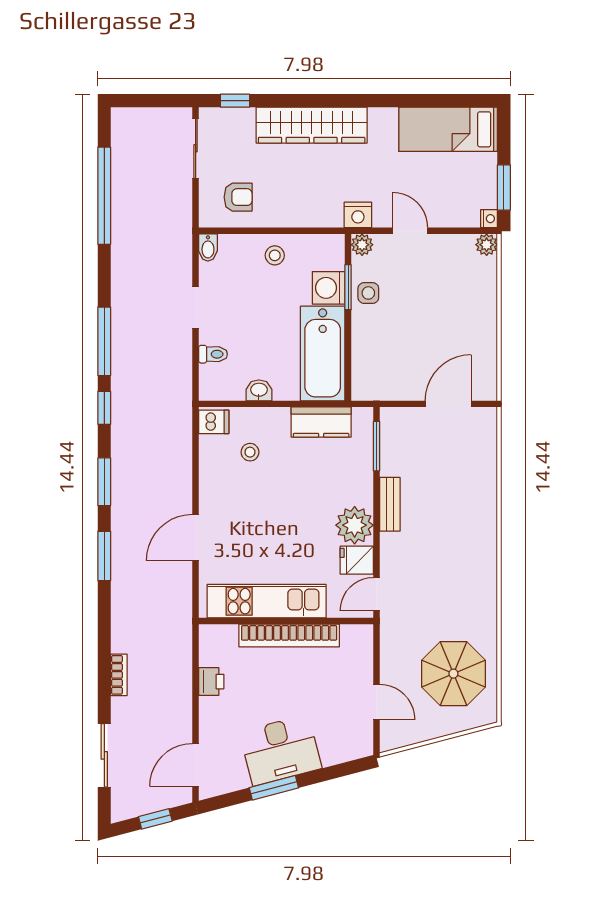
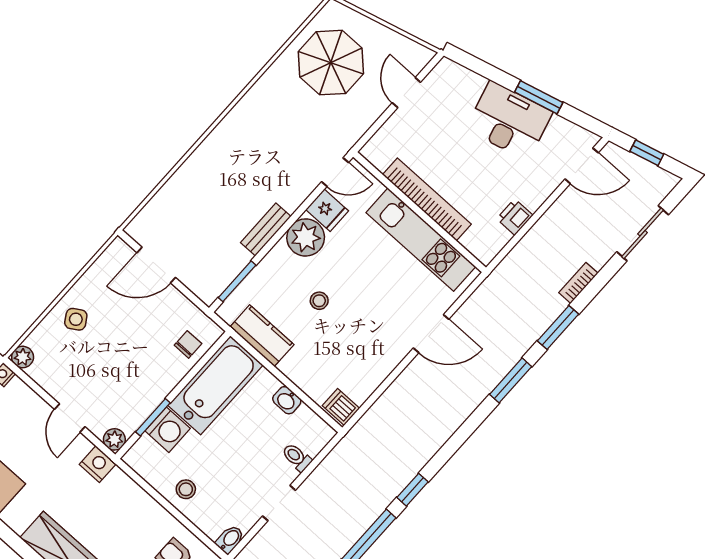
side table: (368, 293) -> (76, 319), moved, turned -32
chair: (371, 366) -> (188, 344), added
stool: (250, 452) -> (319, 301), moved
window: (104, 482) -> (558, 328), moved

